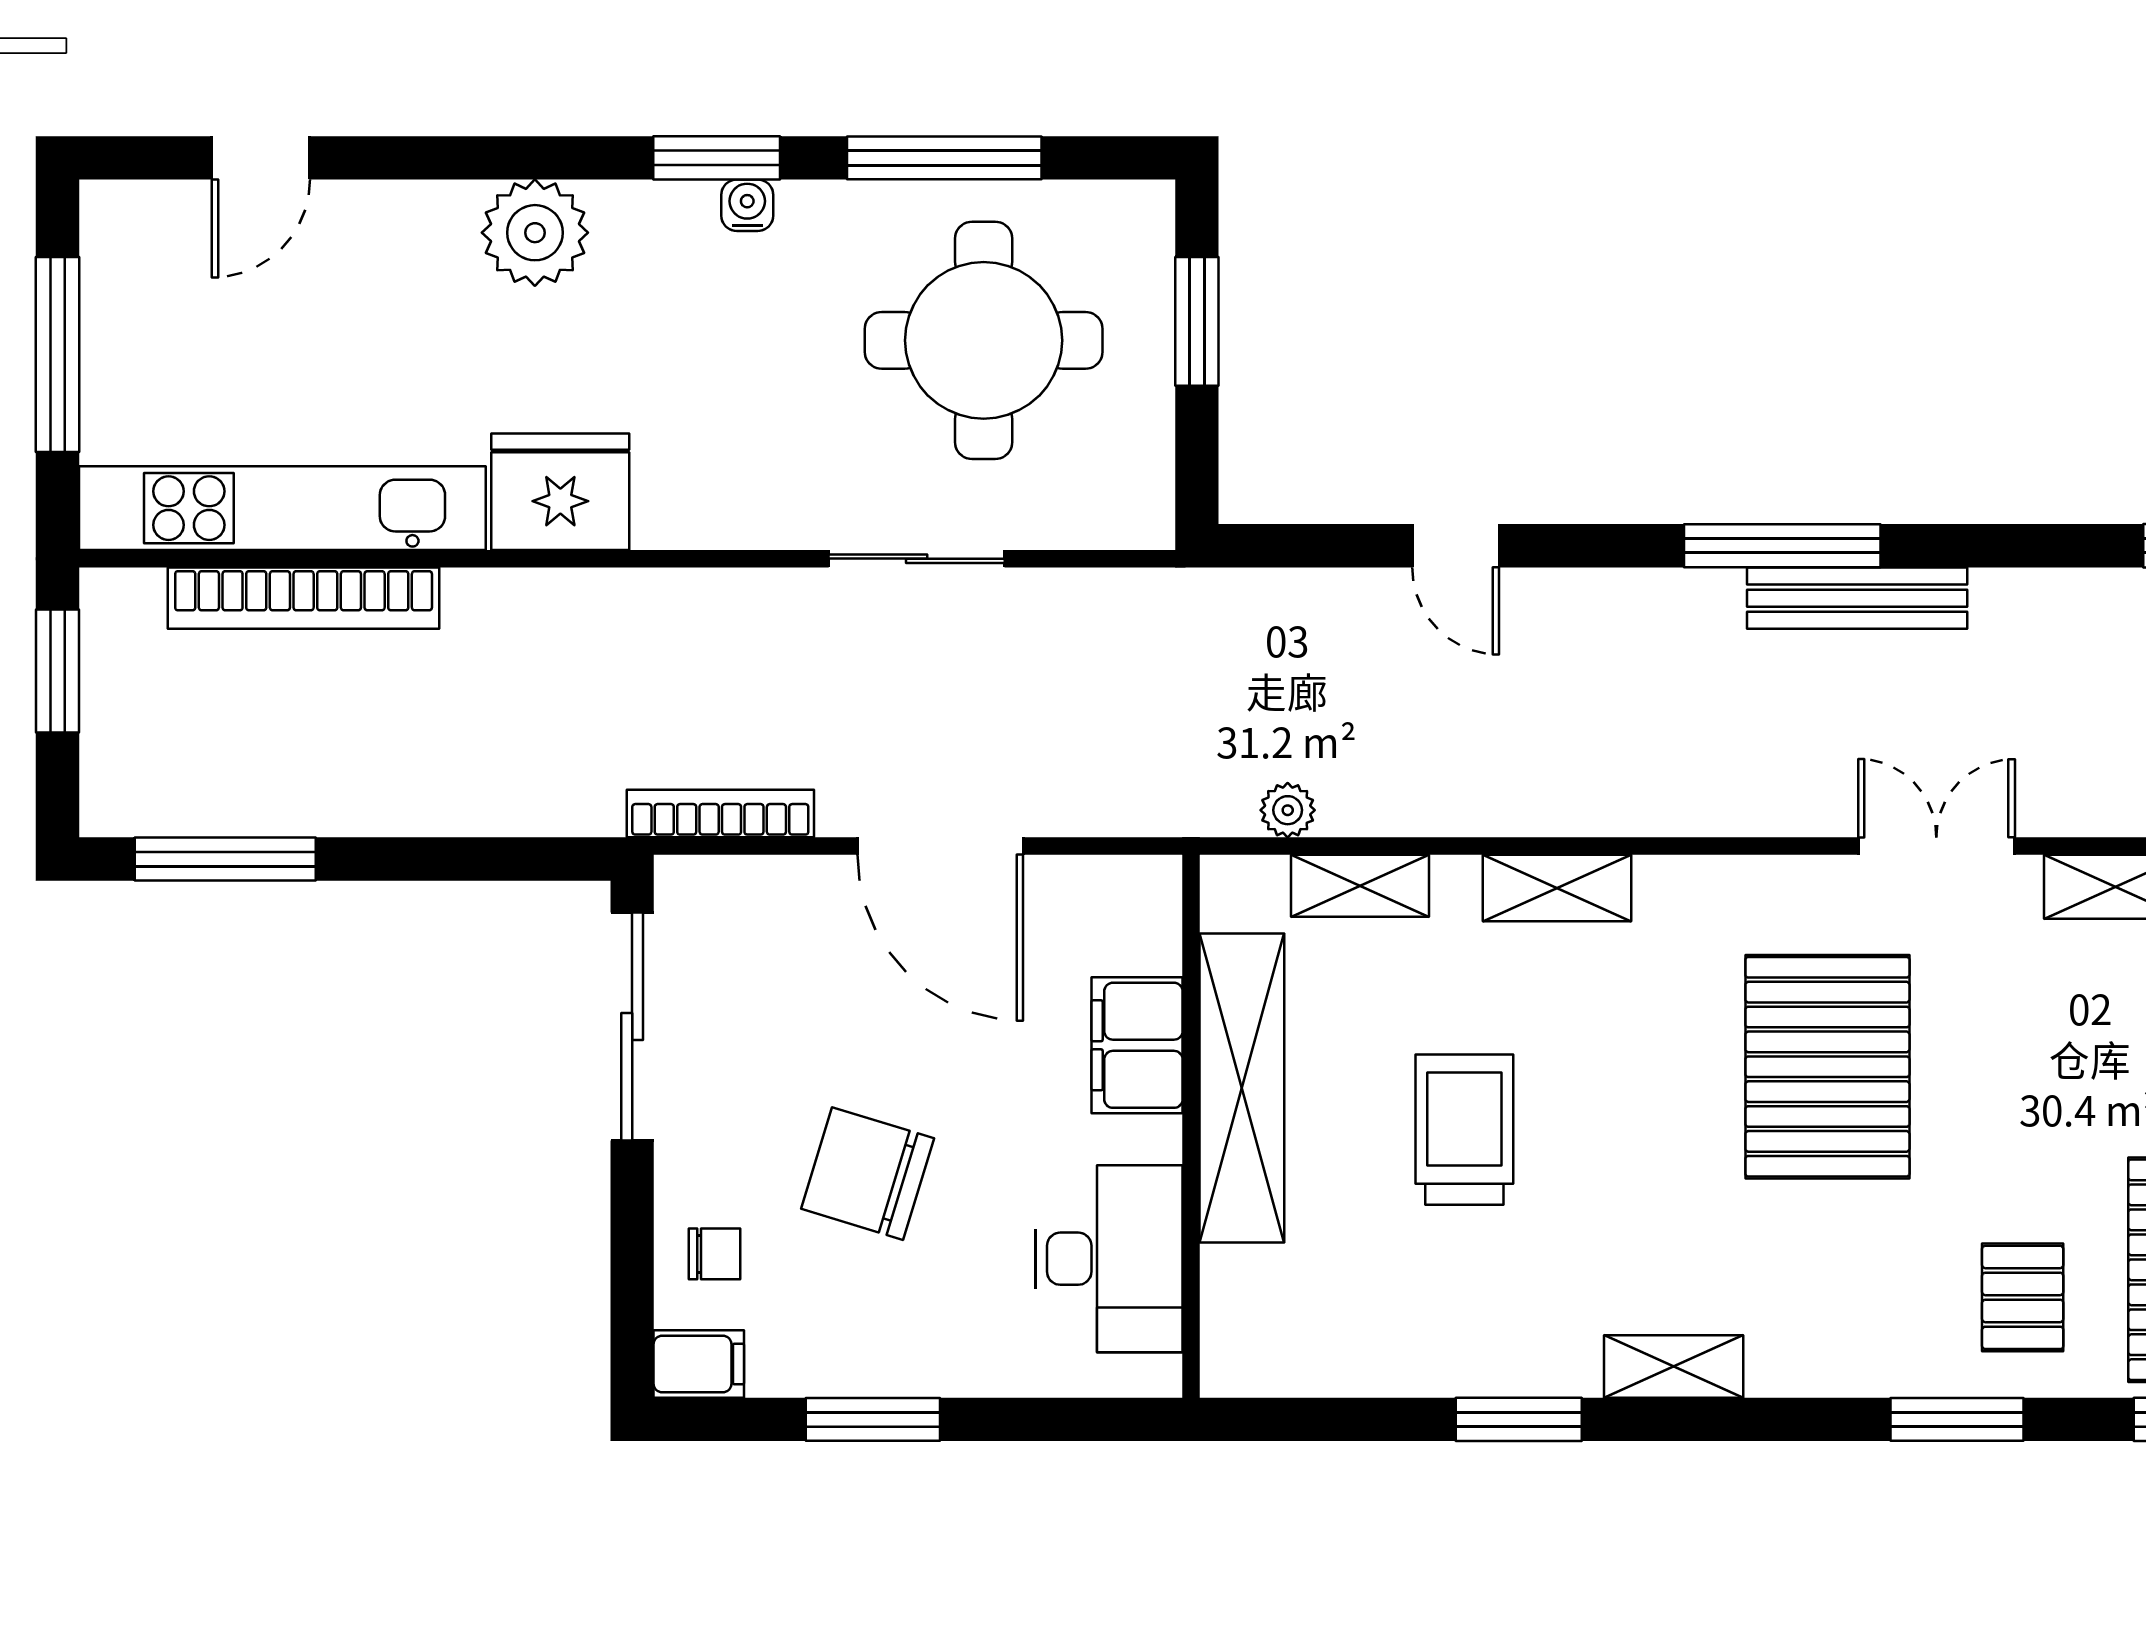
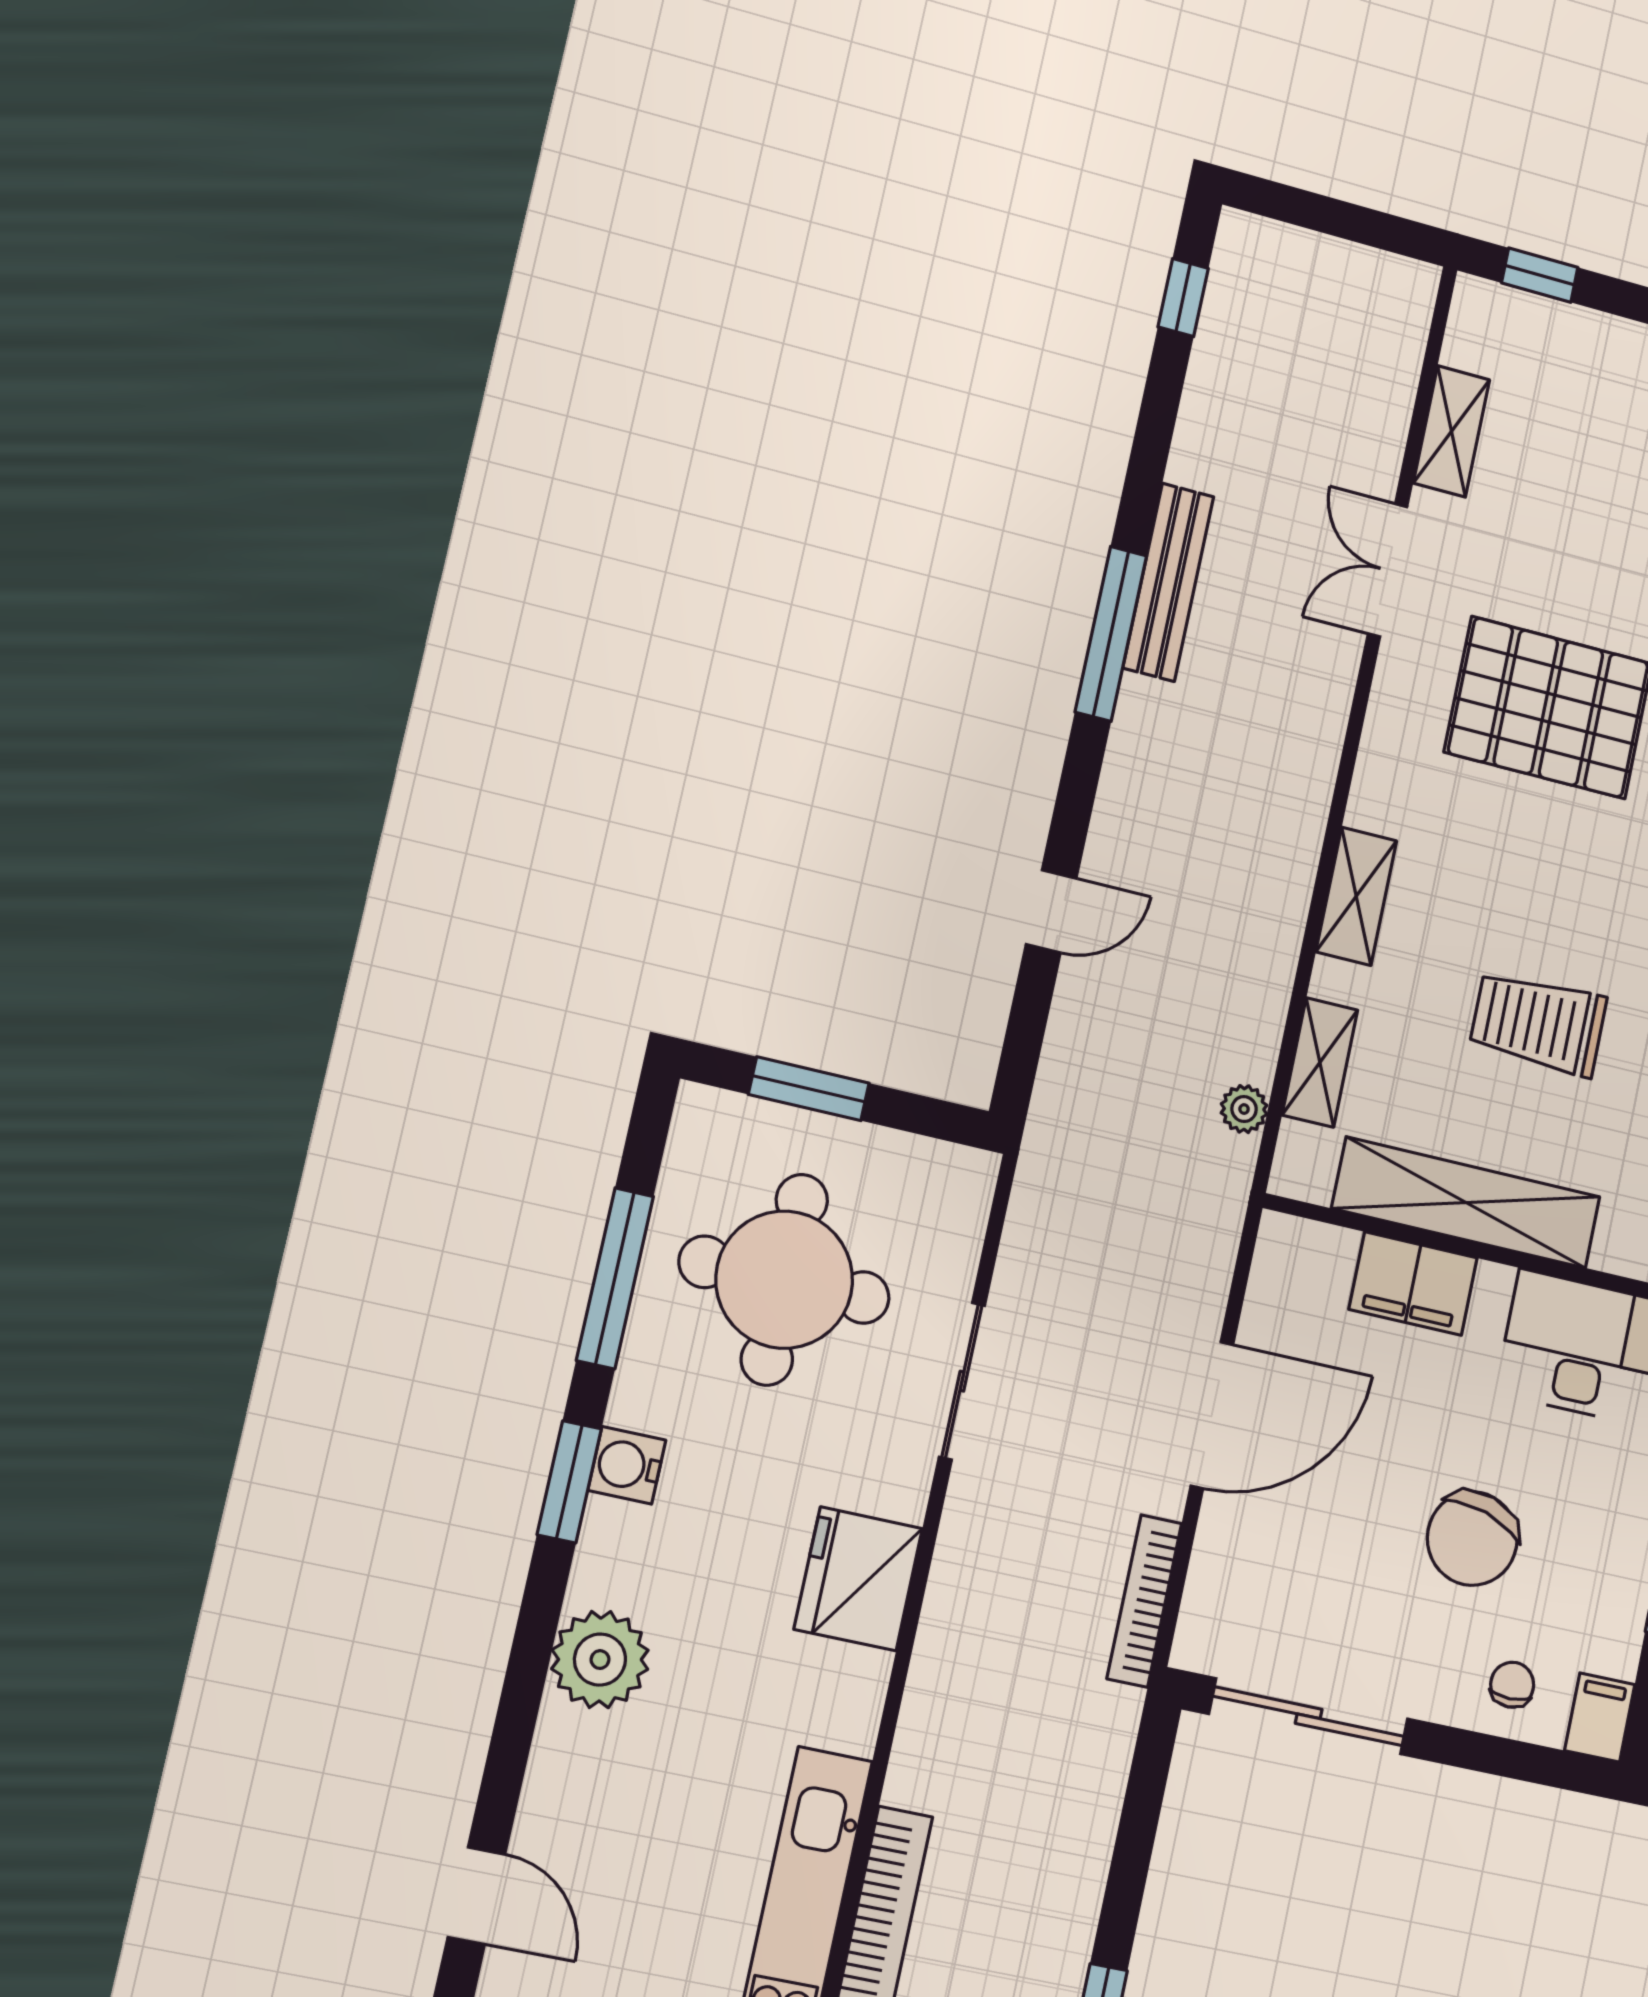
water cooler: (747, 205) -> (627, 1465), width x1.38, depth x1.38
fridge: (560, 492) -> (858, 1579), moved

